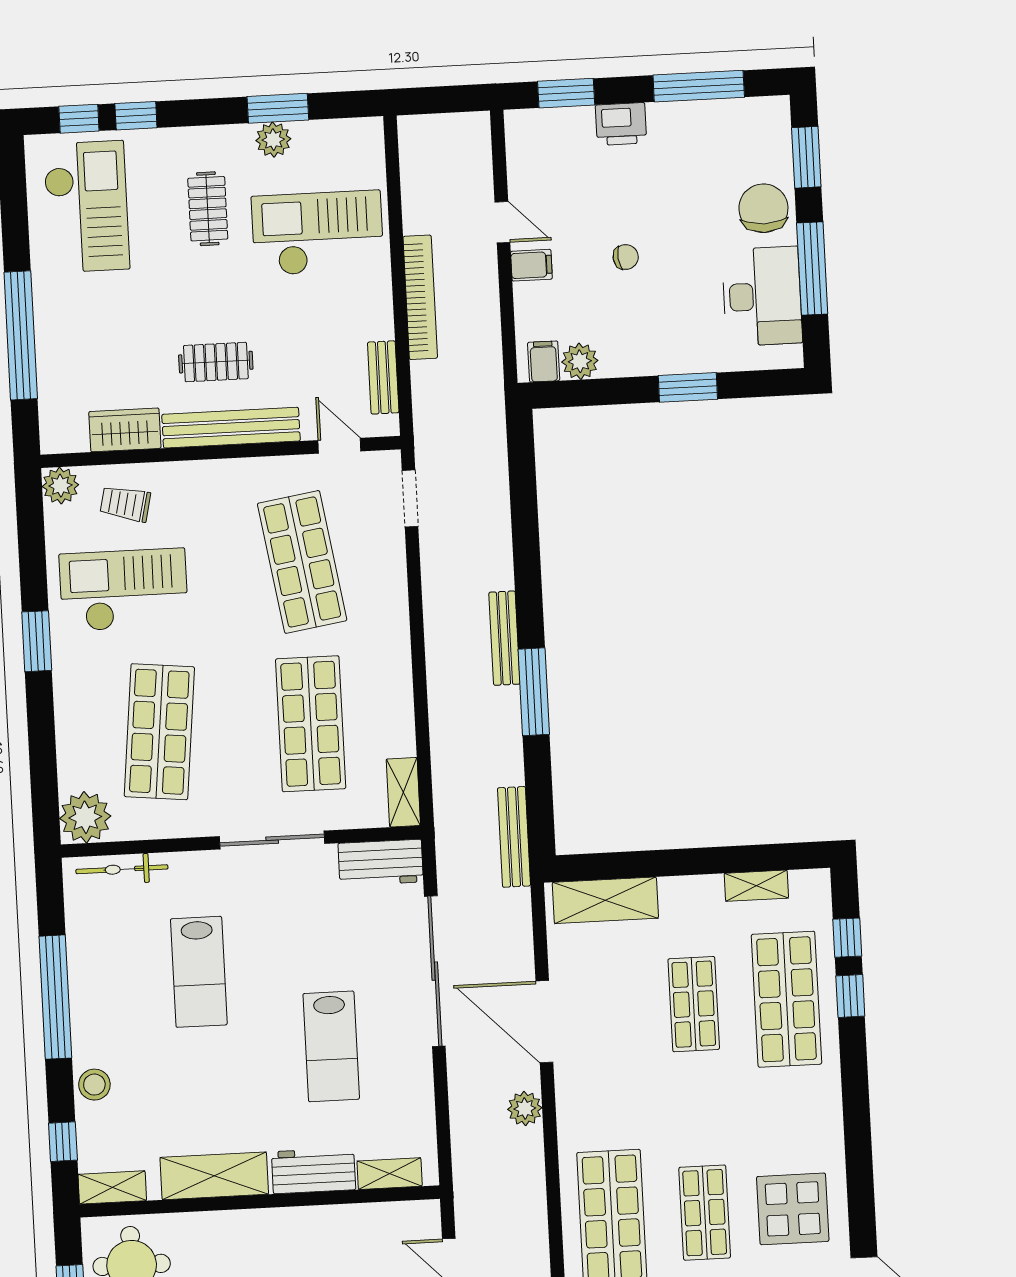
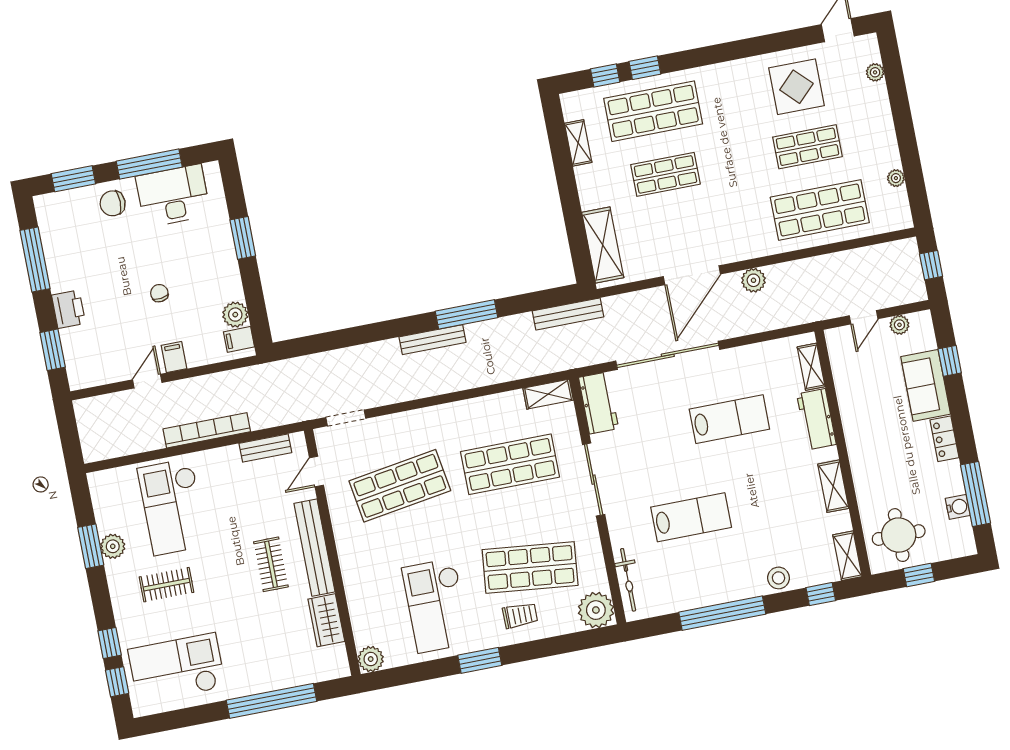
chair: (763, 208) -> (113, 203), width x0.73, depth x0.73
trolley: (125, 504) -> (520, 615), moved, turned -103
shelving: (214, 1176) -> (833, 486), width x0.67, depth x0.75

